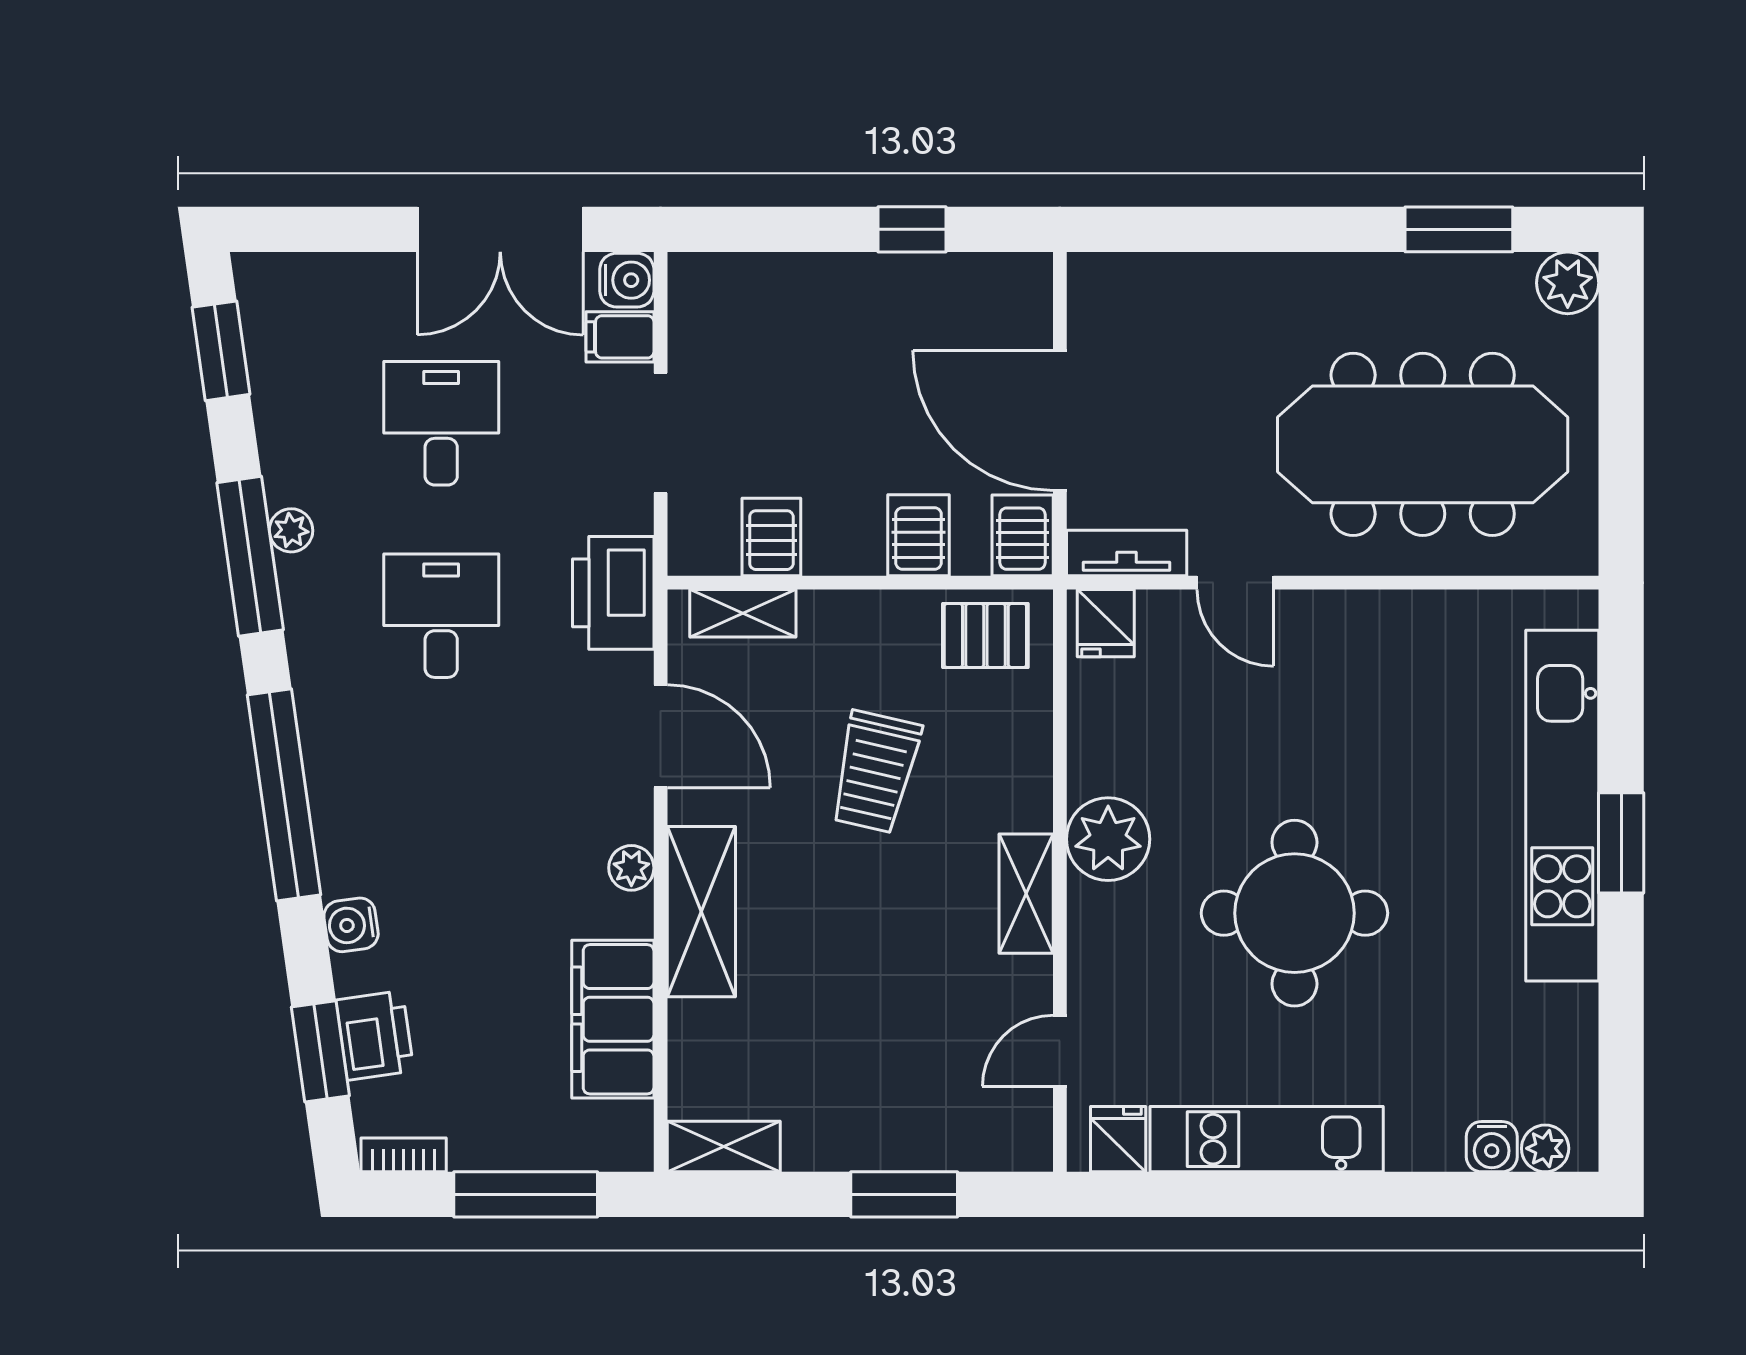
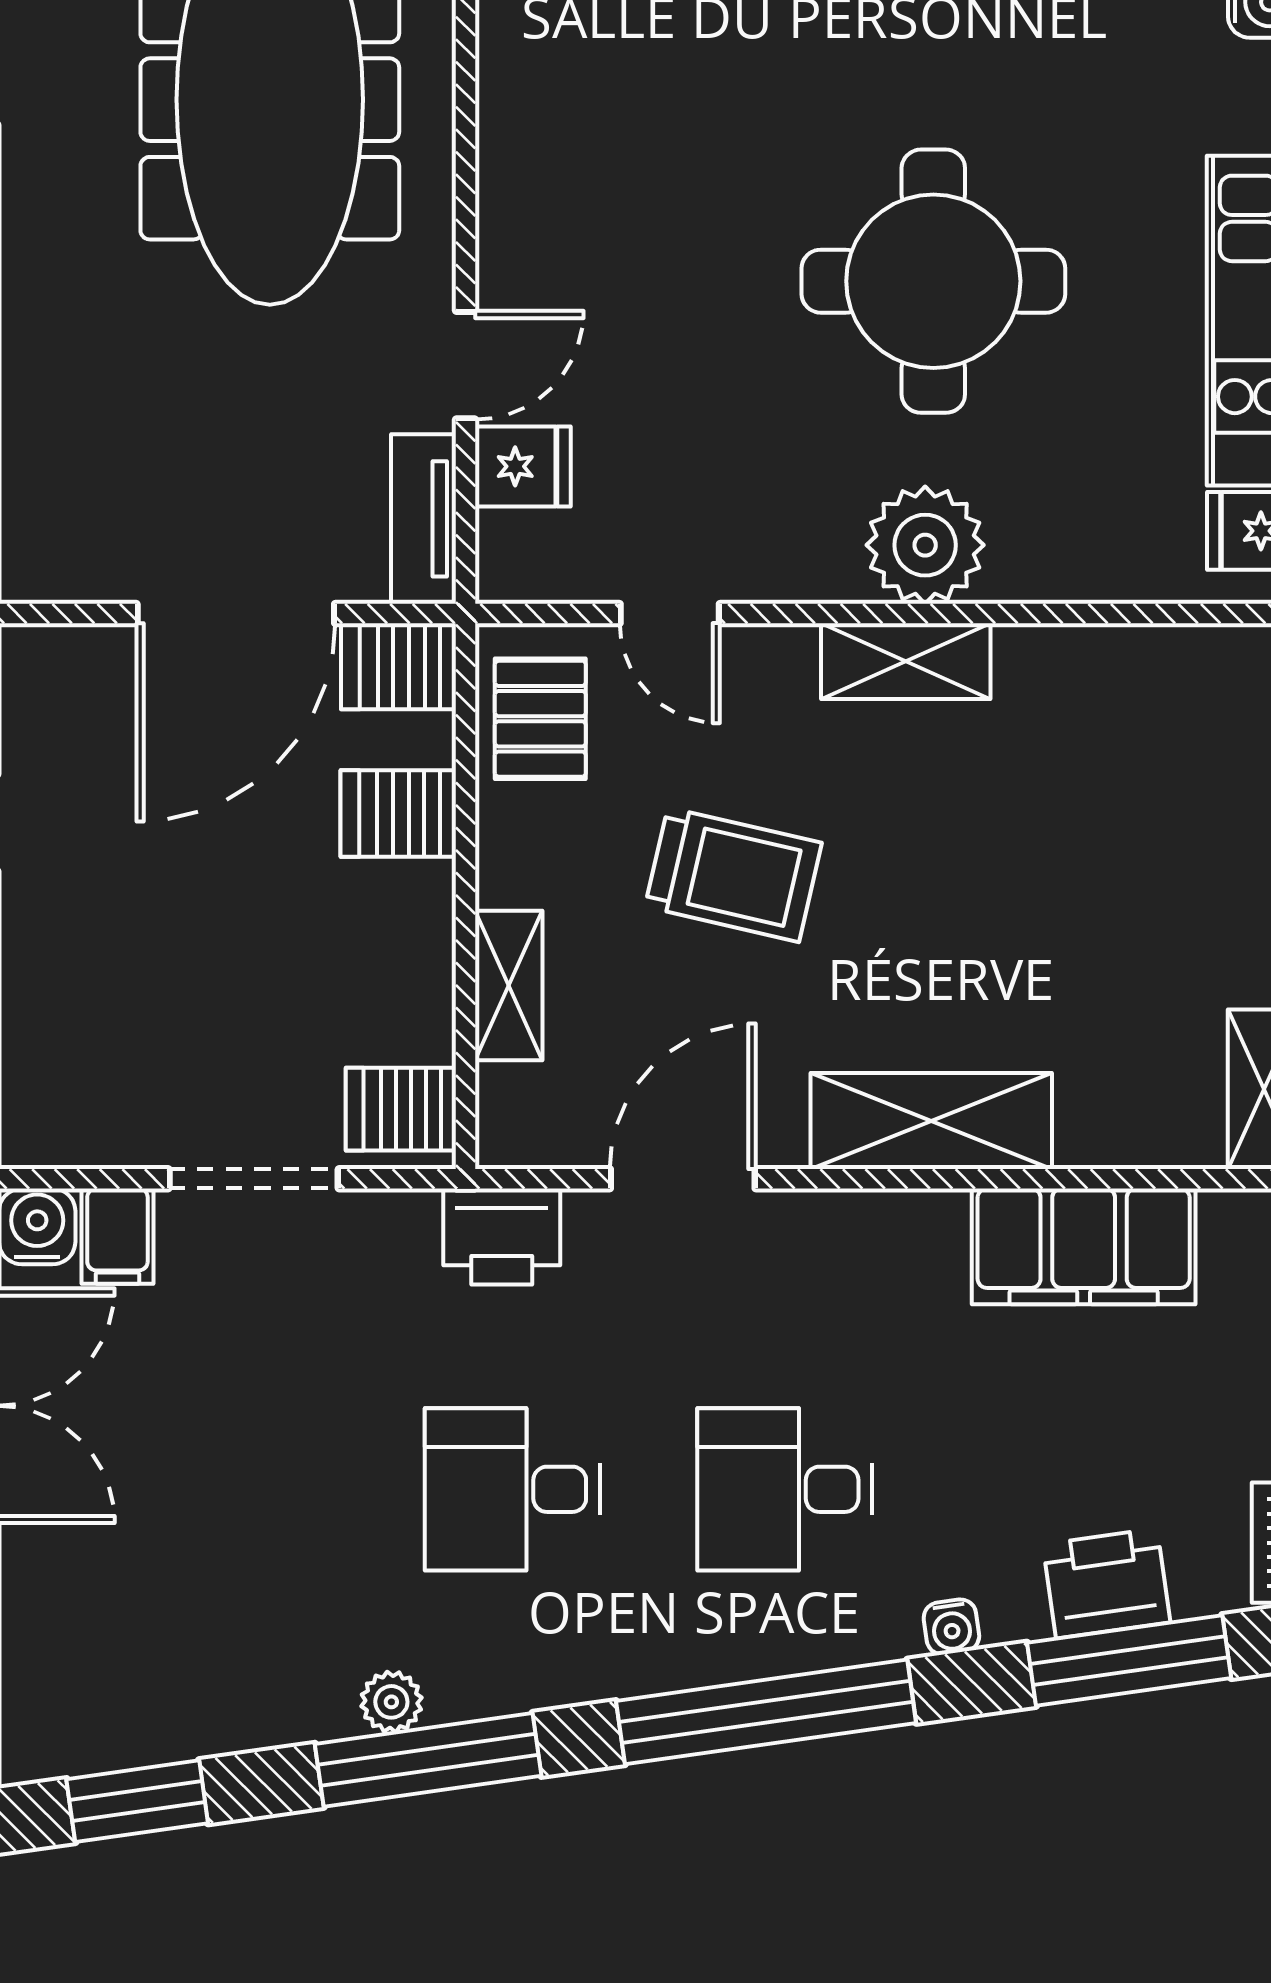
desk: (441, 423) -> (785, 1489), moved
server rack: (771, 537) -> (401, 1109), moved
printer: (613, 593) -> (502, 1237), width x0.73, depth x0.84
shelving: (743, 613) -> (509, 986), moved
fridge: (1106, 623) -> (523, 466), moved
plant: (1108, 839) -> (925, 545), moved
plant: (631, 868) -> (869, 1220), removed
water cooler: (351, 925) -> (951, 1627), width x0.72, depth x0.72
window: (320, 1051) -> (1129, 1660), width x1.44
door: (1060, 1051) -> (670, 613), moved

